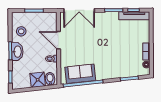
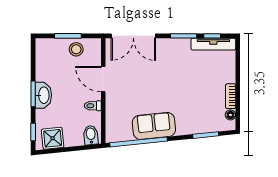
stool: (21, 31) -> (76, 49), moved
sofa: (80, 74) -> (154, 126), moved
shower: (38, 80) -> (53, 138), moved

